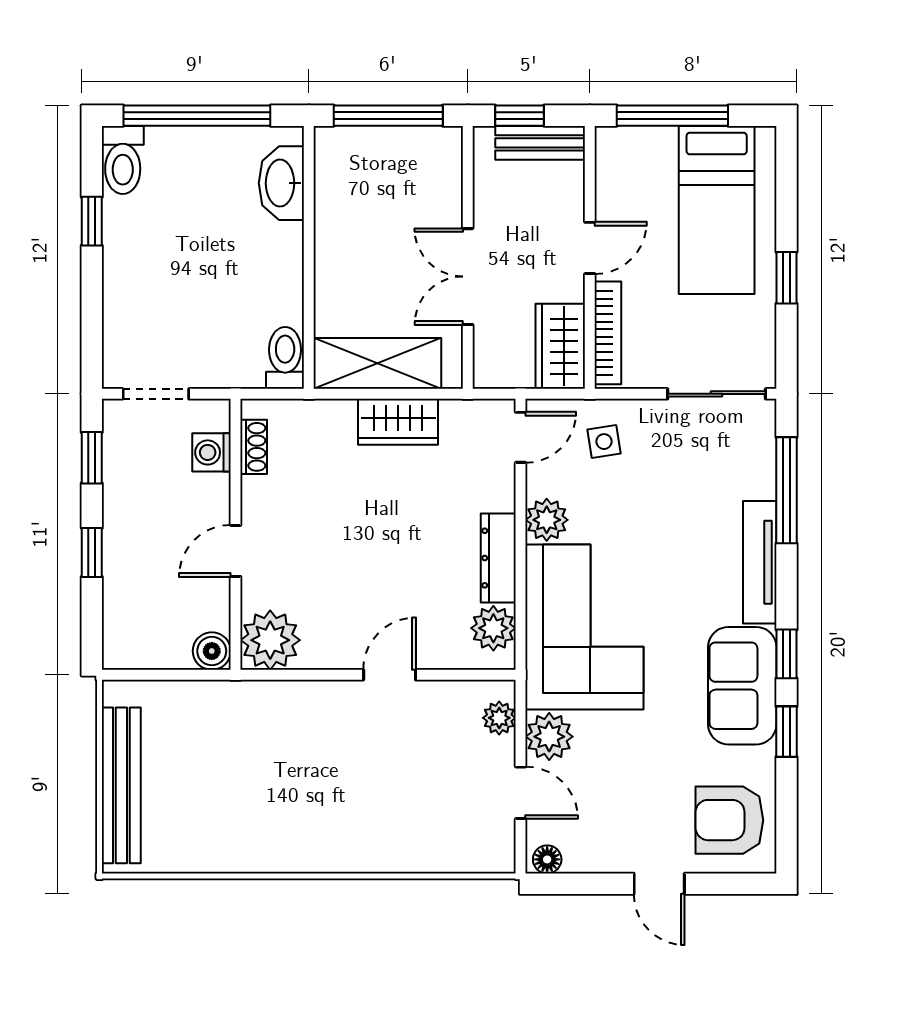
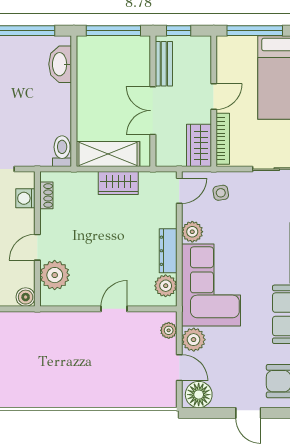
bench: (540, 143) -> (164, 64), moved, turned 90
plant: (270, 640) -> (55, 275), moved
floor lamp: (547, 859) -> (199, 395), width x1.89, depth x1.89

